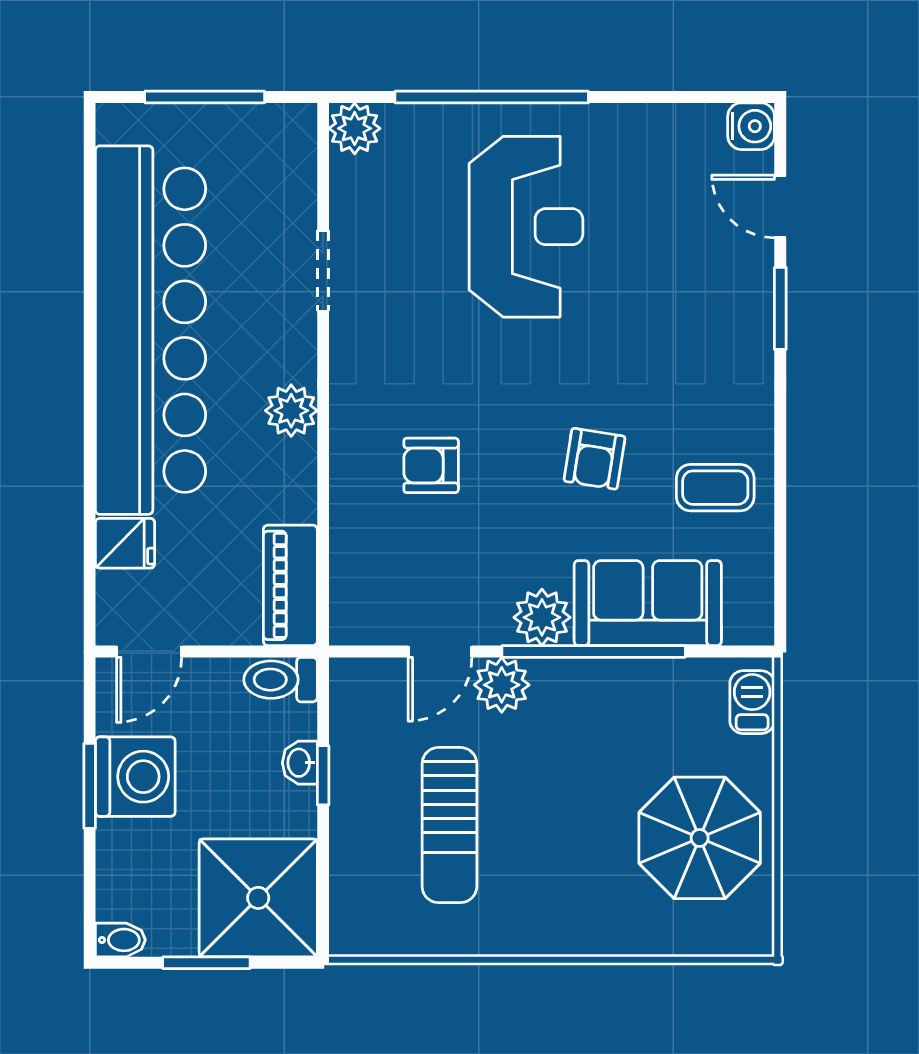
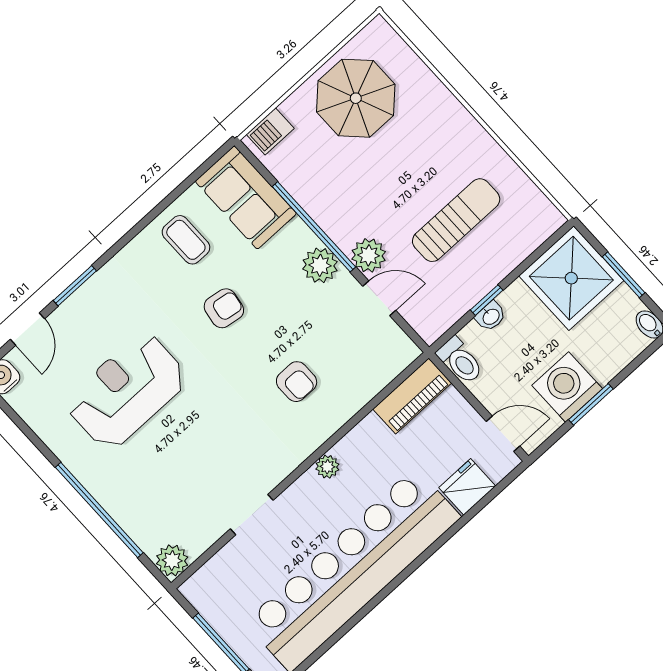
reception desk: (526, 227) -> (127, 391), moved
plant: (291, 411) -> (327, 467), width x0.73, depth x0.73
fridge: (125, 543) -> (467, 487), width x1.38
sofa: (648, 603) -> (246, 197), moved

